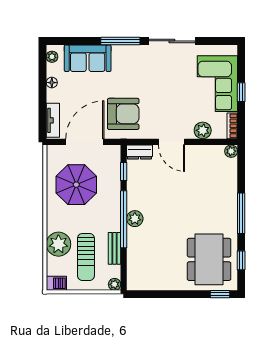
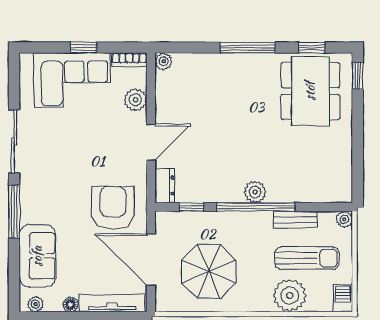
tv unit: (53, 120) -> (112, 303), width x1.41
dining table: (209, 259) -> (310, 91), turned 90

